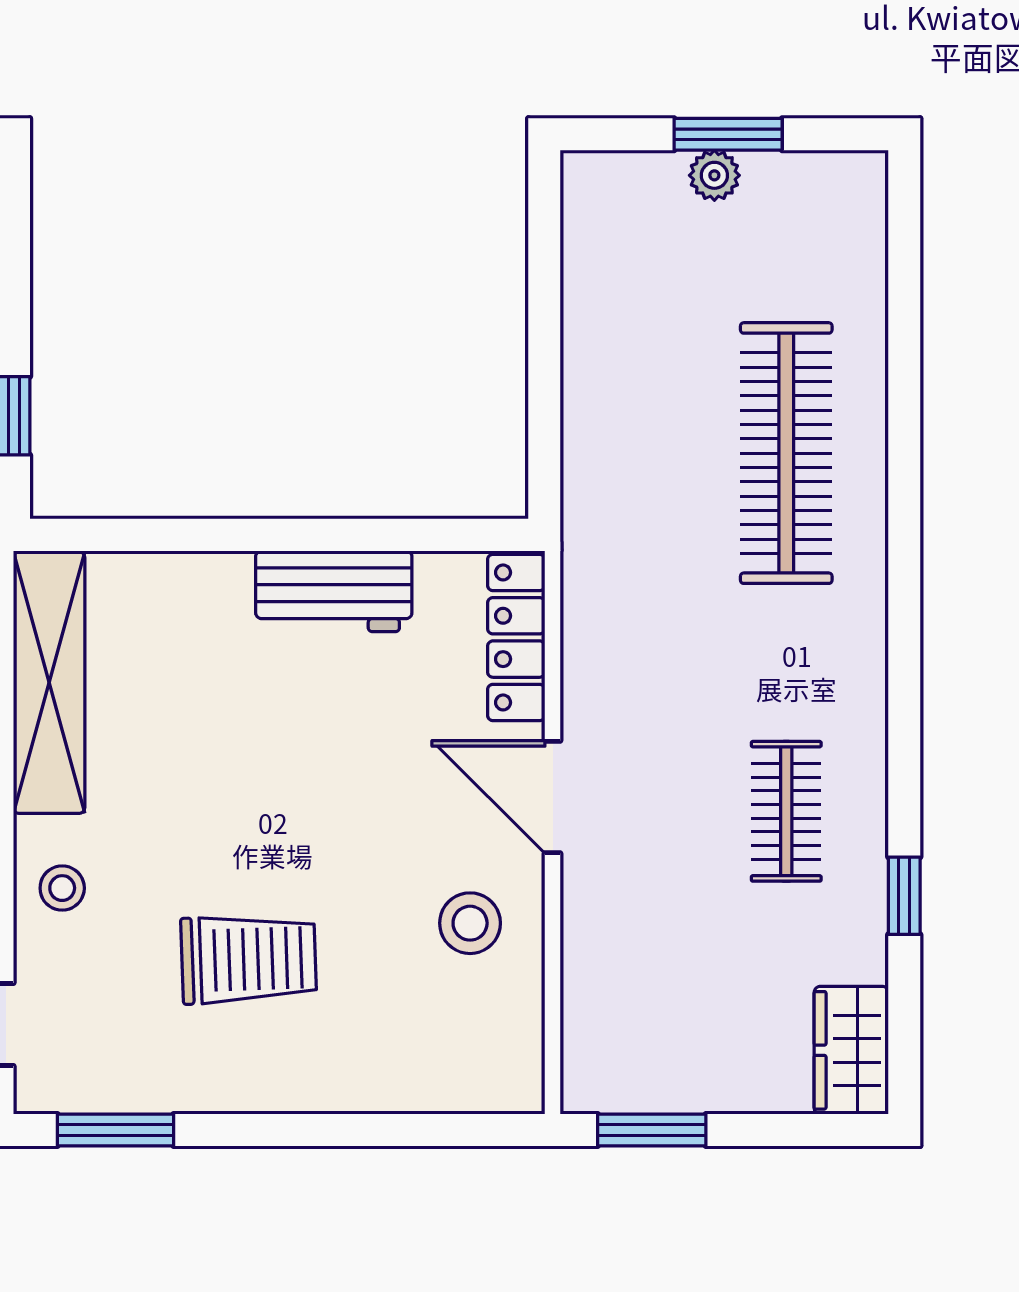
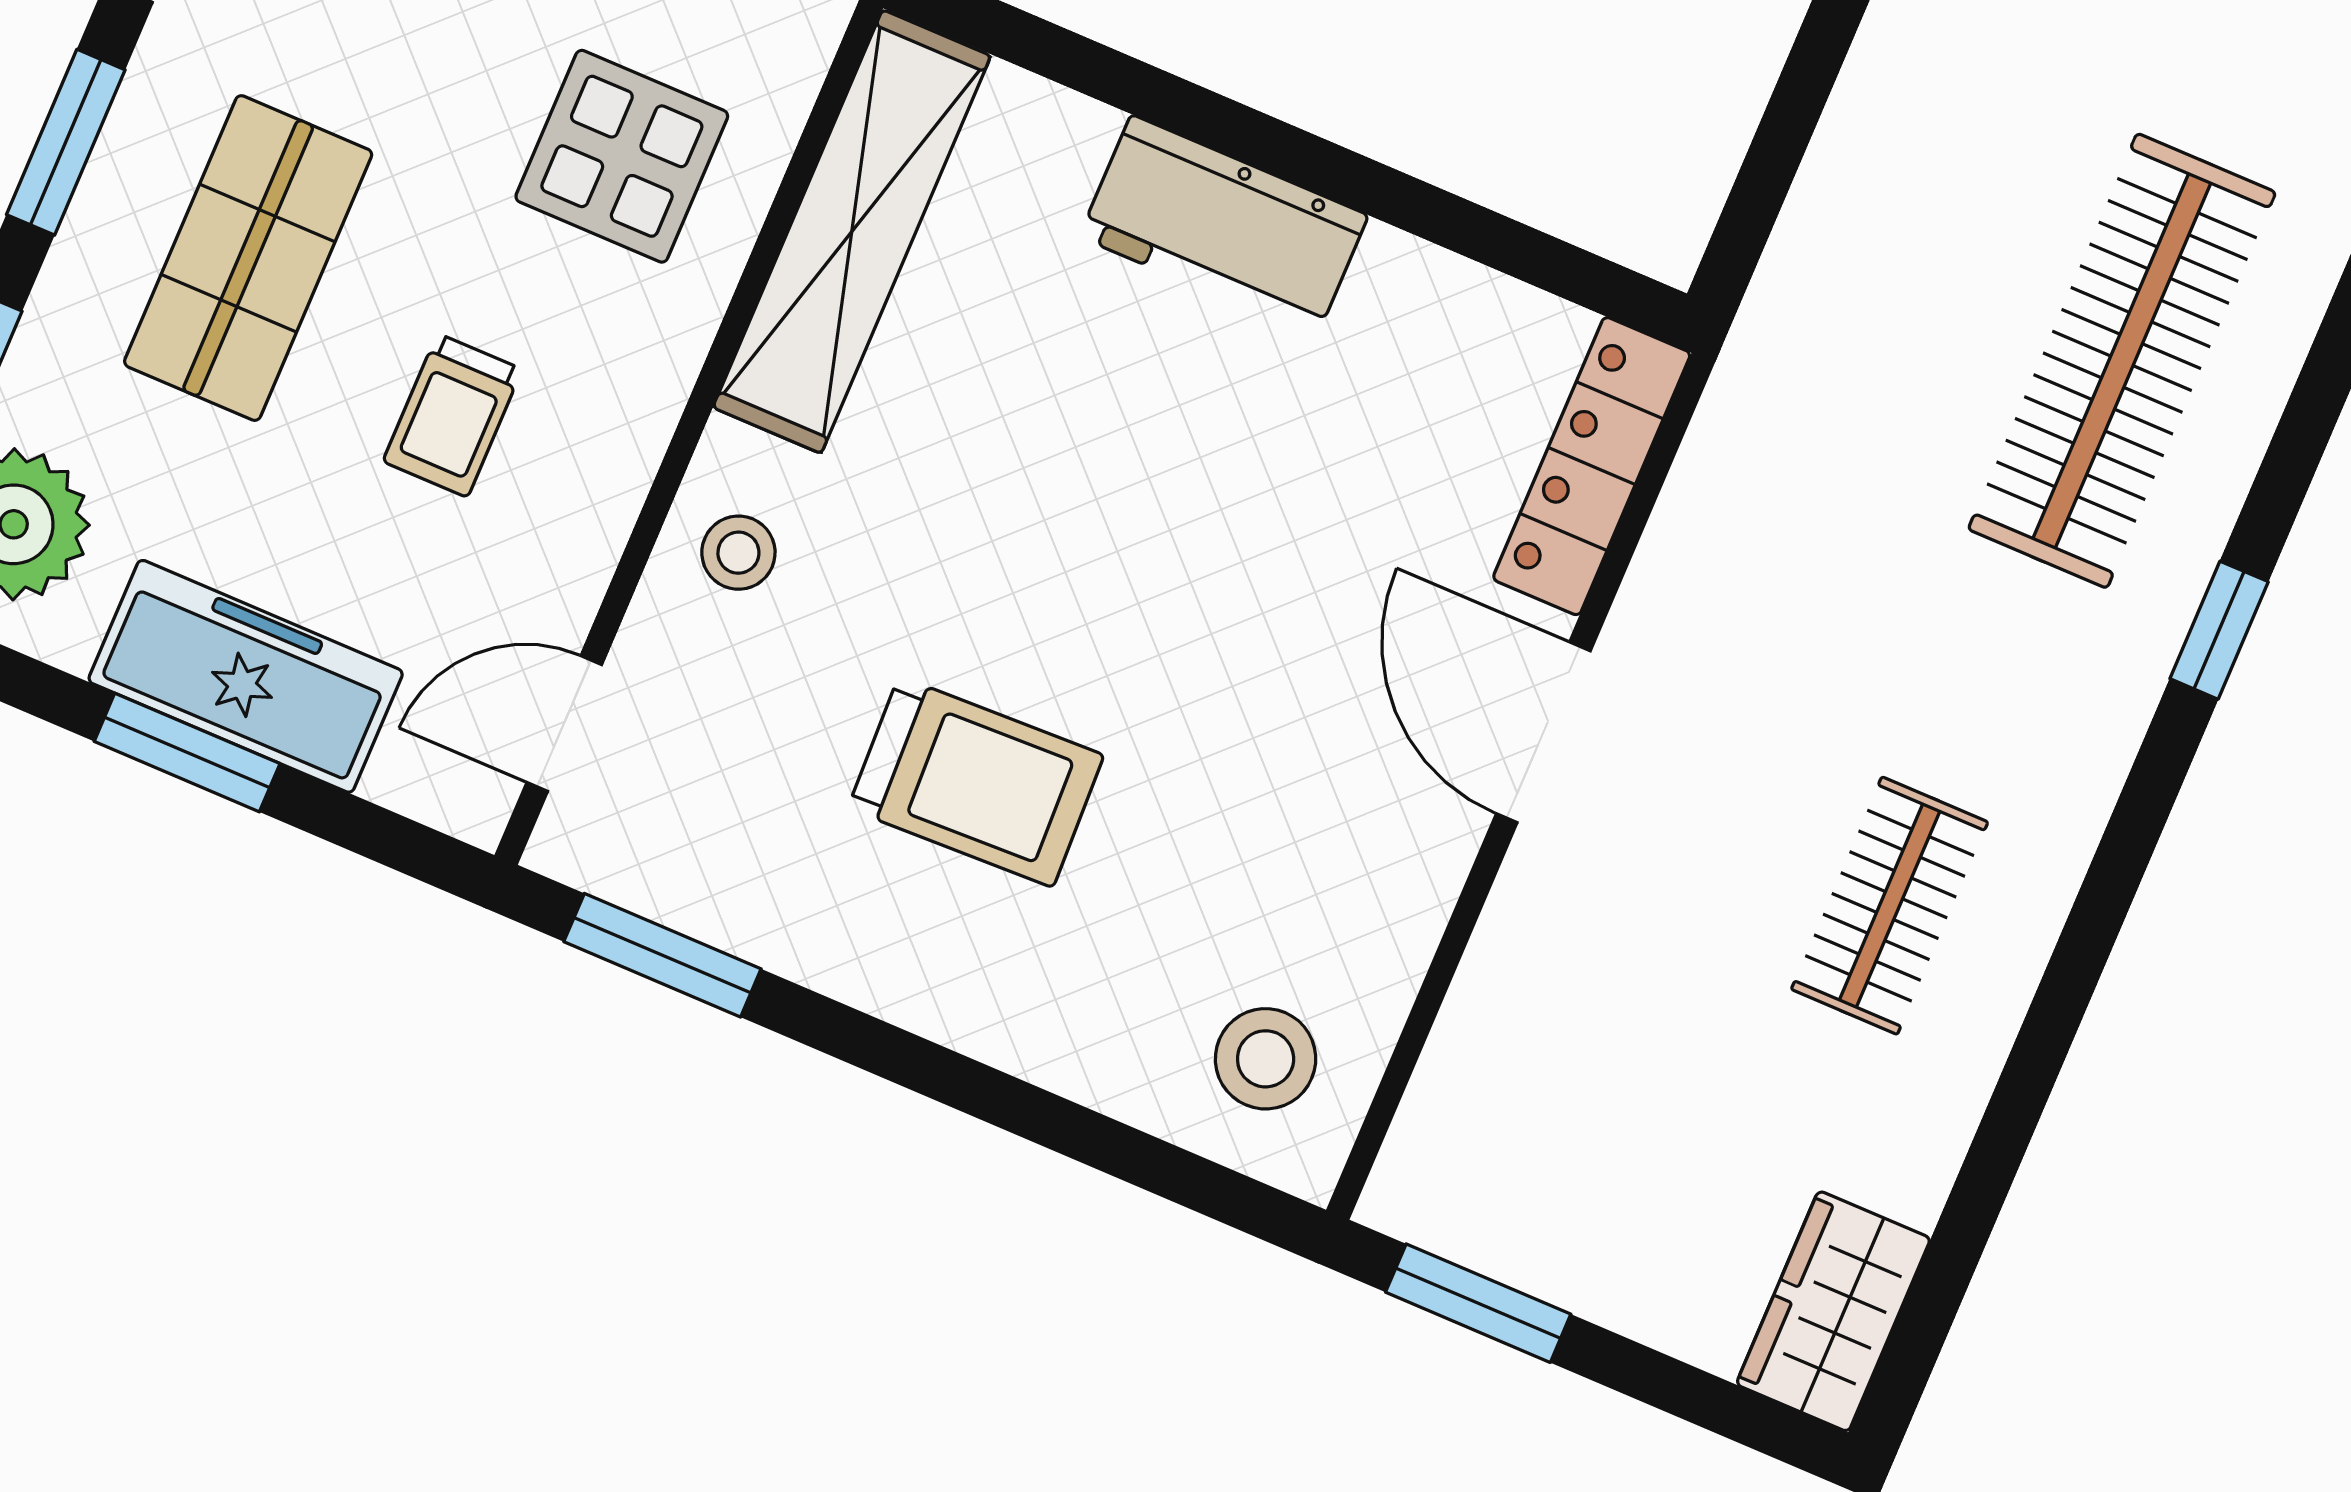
workbench: (334, 591) -> (1224, 226), moved
window: (904, 896) -> (2219, 630), moved
stool: (470, 923) -> (1266, 1059), moved

